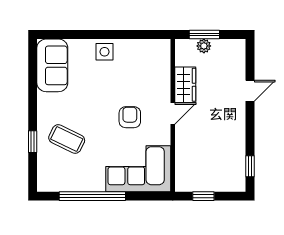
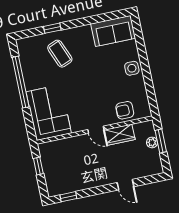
armchair: (130, 117) -> (125, 110), moved, turned 180
coffee table: (67, 139) -> (60, 54), turned -48

